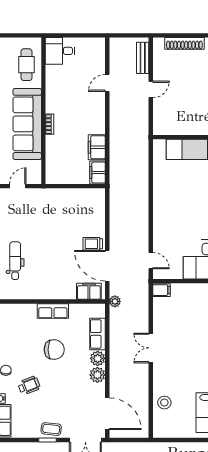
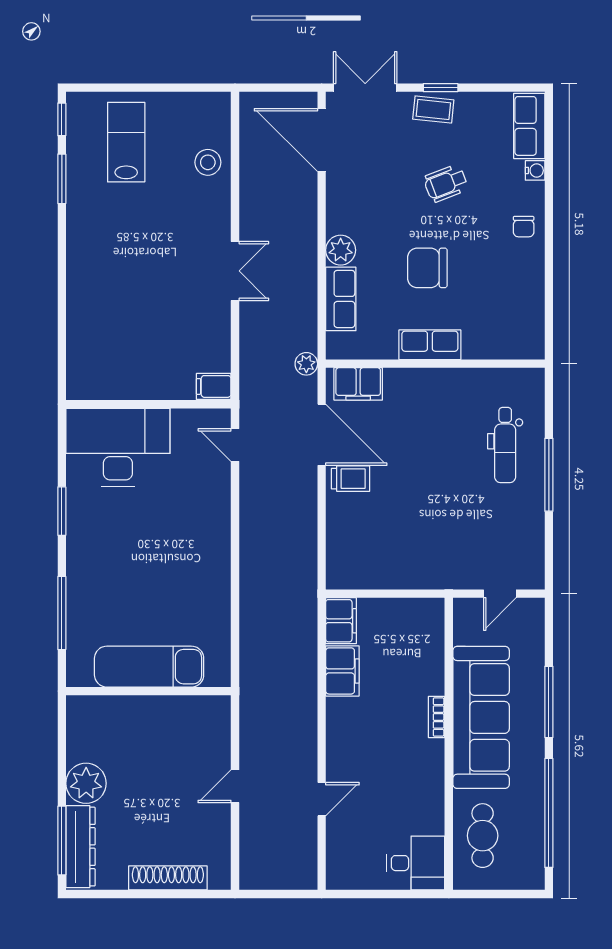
bench: (143, 58) -> (251, 849), removed
plant: (97, 375) -> (341, 217), removed
wheelchair: (29, 386) -> (446, 183), moved

